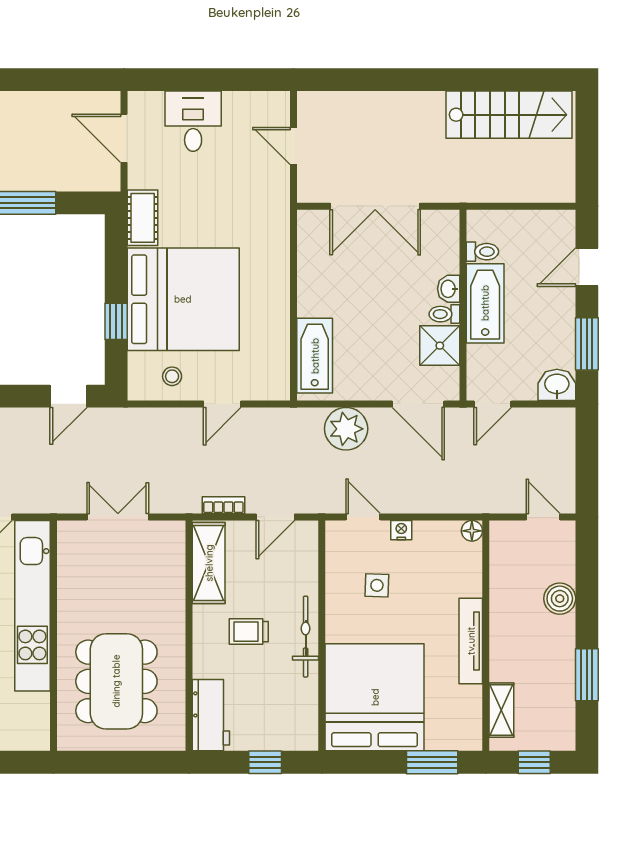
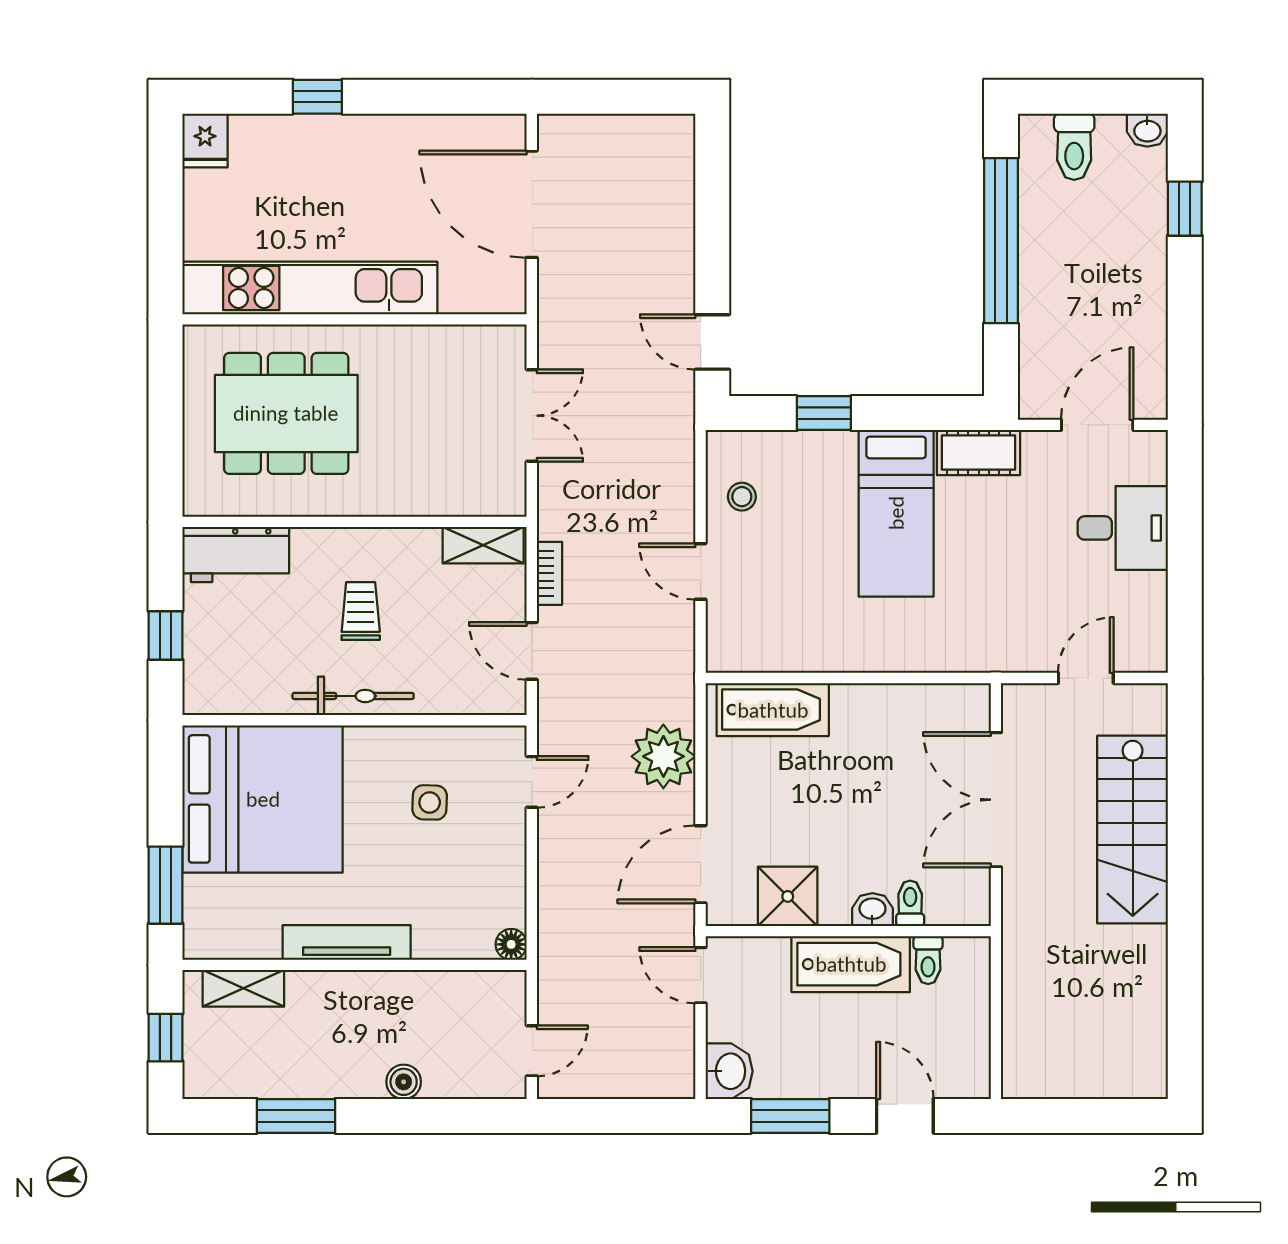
stairs: (509, 115) -> (1133, 830), moved
bed: (183, 299) -> (896, 513), width x0.49
toilet: (444, 314) -> (910, 903), moved
nightstand: (401, 530) -> (512, 839), removed
shelving: (209, 563) -> (483, 545), width x0.67, depth x0.75
boiler: (560, 599) -> (404, 1082), width x0.73, depth x0.73
kitchen unit: (32, 606) -> (310, 288), moved

